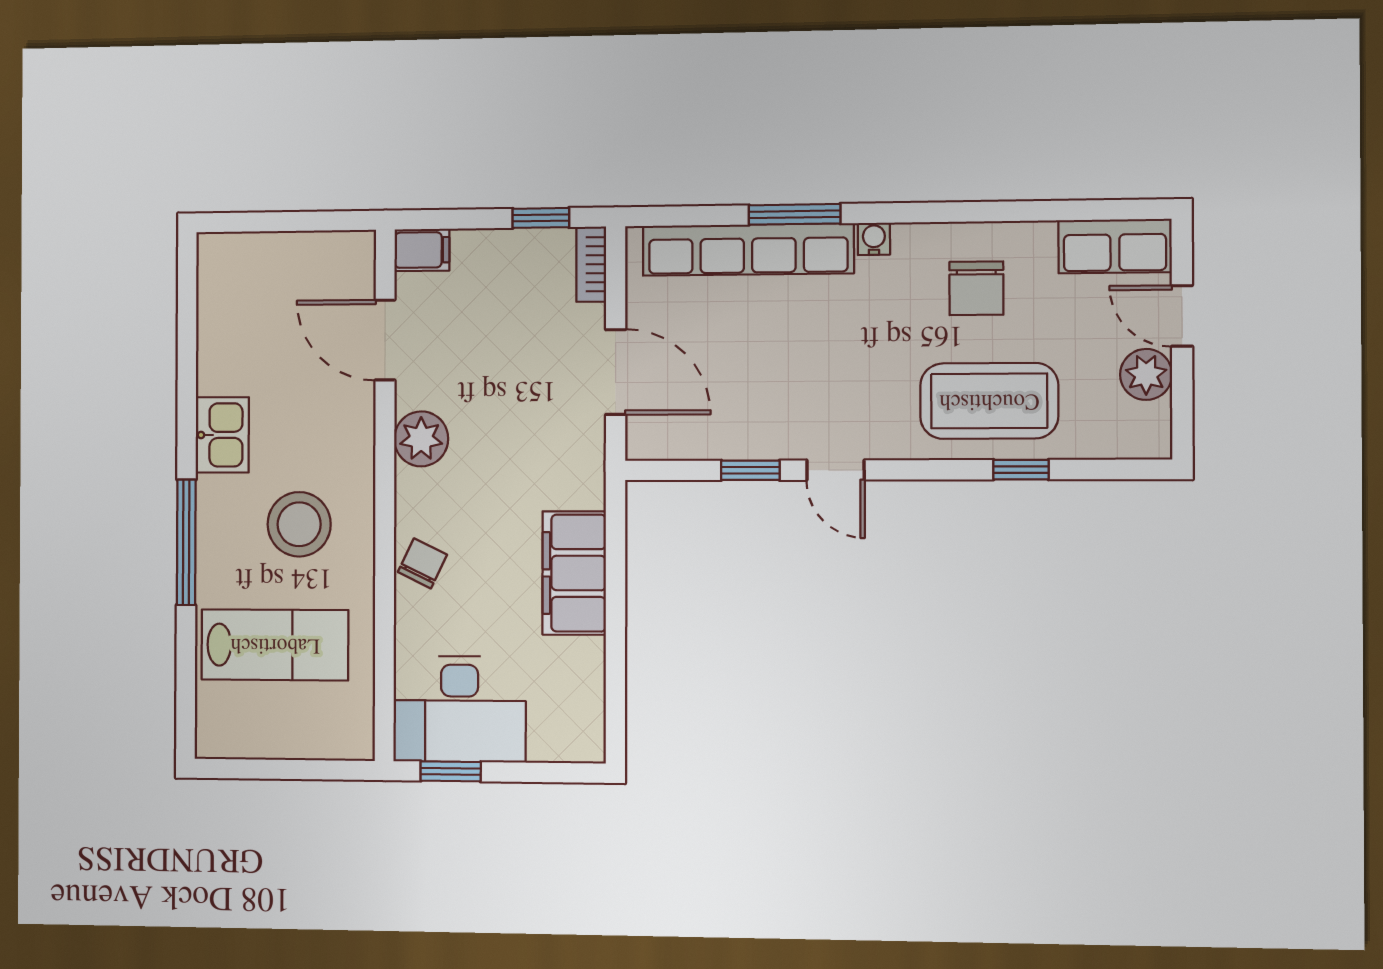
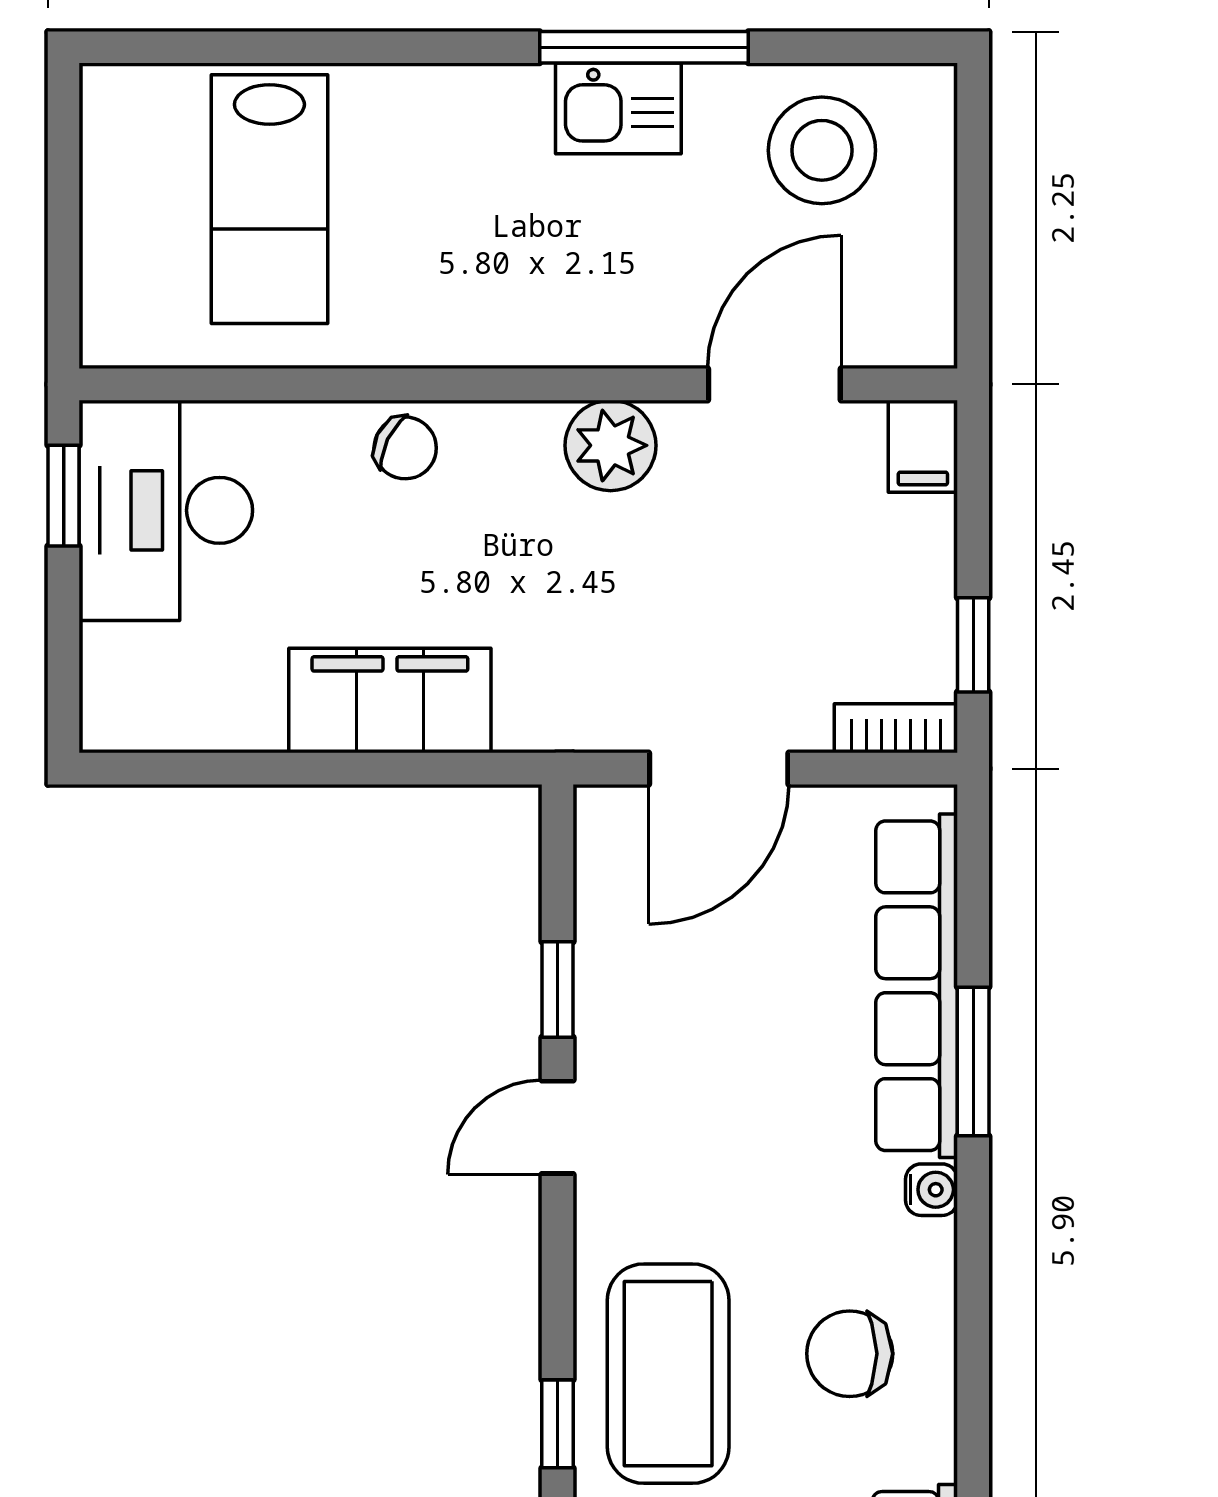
stool: (299, 524) -> (822, 150), moved
window: (186, 542) -> (644, 47), moved

